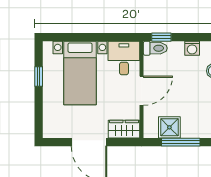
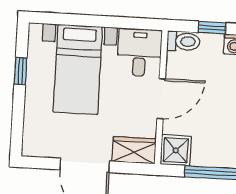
window: (161, 37) -> (212, 28), moved
shower: (169, 127) -> (176, 150), moved

